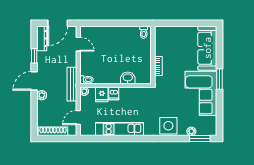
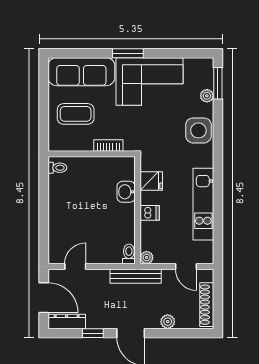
coffee table: (179, 44) -> (76, 114), added
plant: (42, 95) -> (168, 322), moved
fridge: (102, 95) -> (151, 181), moved

